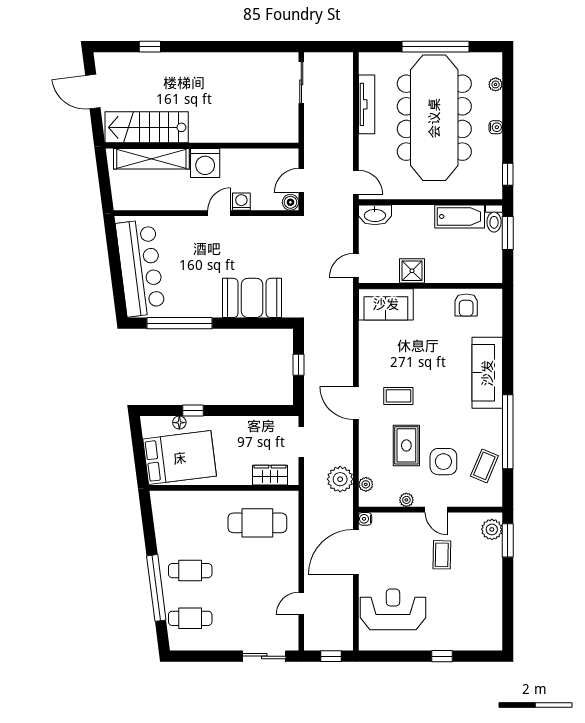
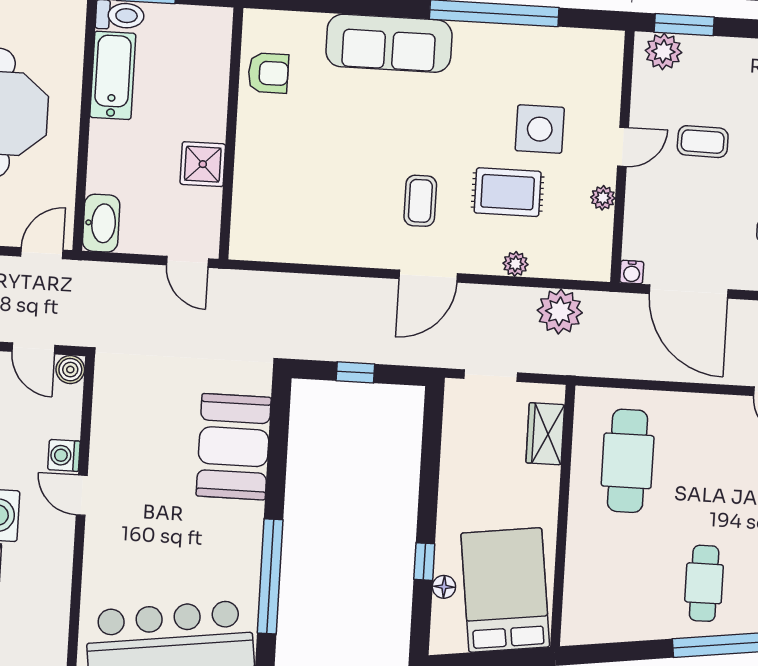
sofa: (386, 304) -> (259, 213), removed
coffee table: (484, 466) -> (552, 58), removed
plant: (366, 484) -> (515, 264), moved

